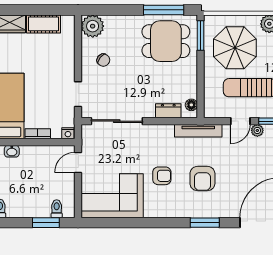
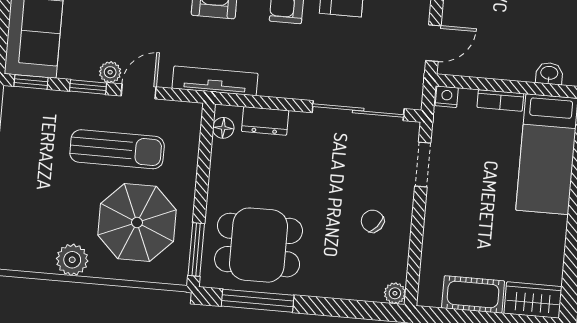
plant: (93, 26) -> (395, 293), width x0.53, depth x0.53

